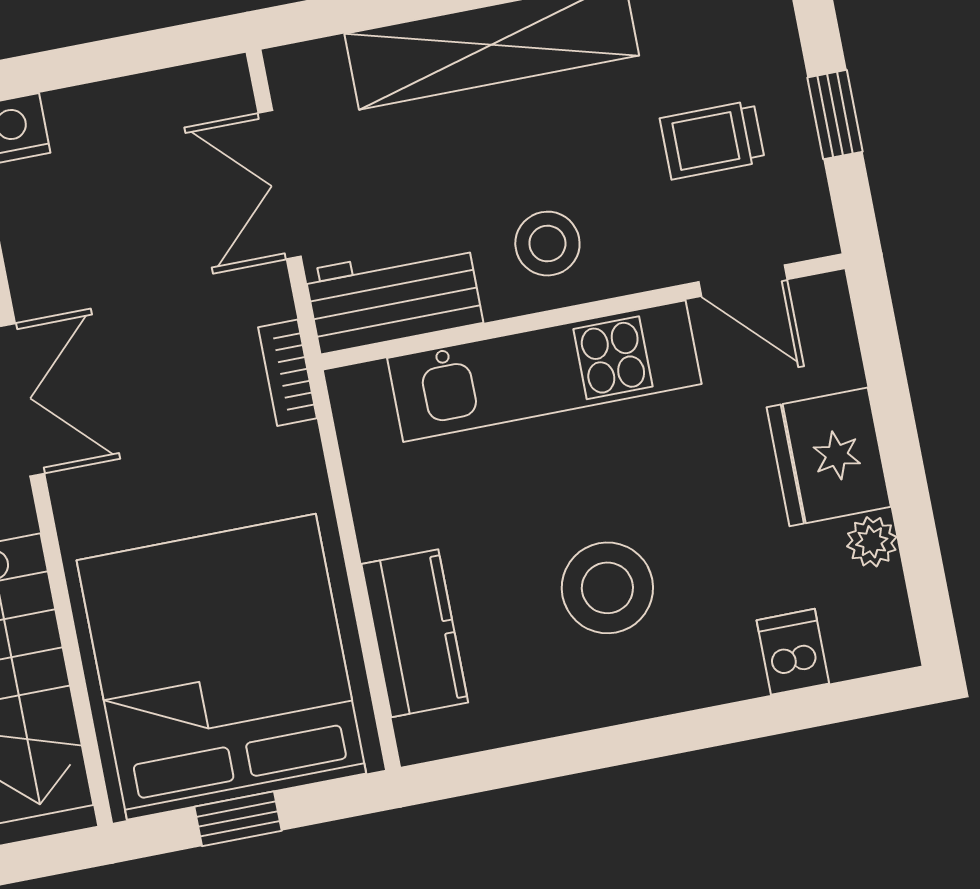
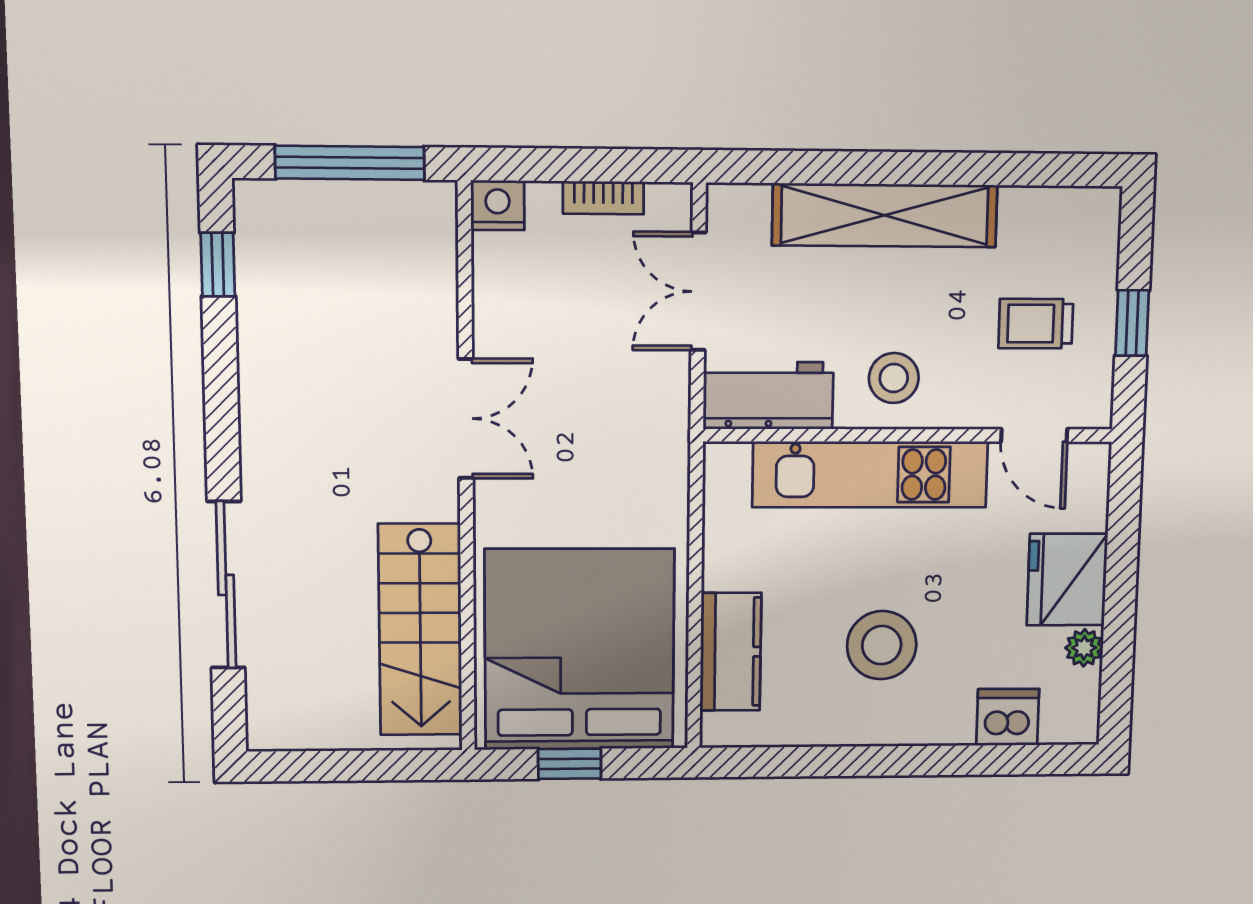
bookcase: (287, 373) -> (603, 198), moved, turned -90
dishwasher: (793, 652) -> (1008, 717), width x1.38

